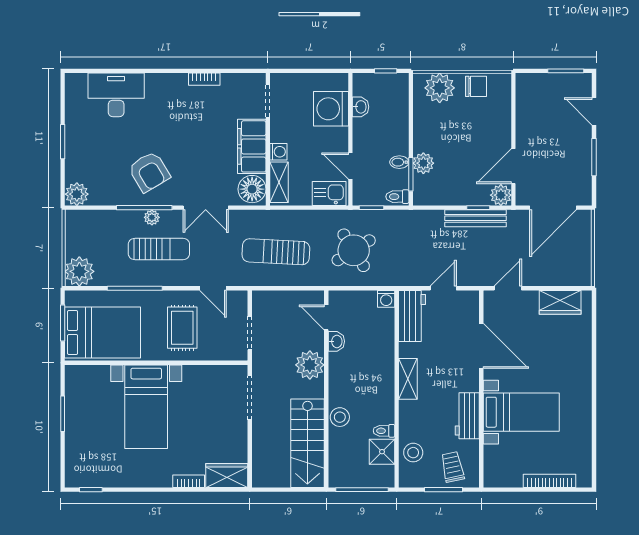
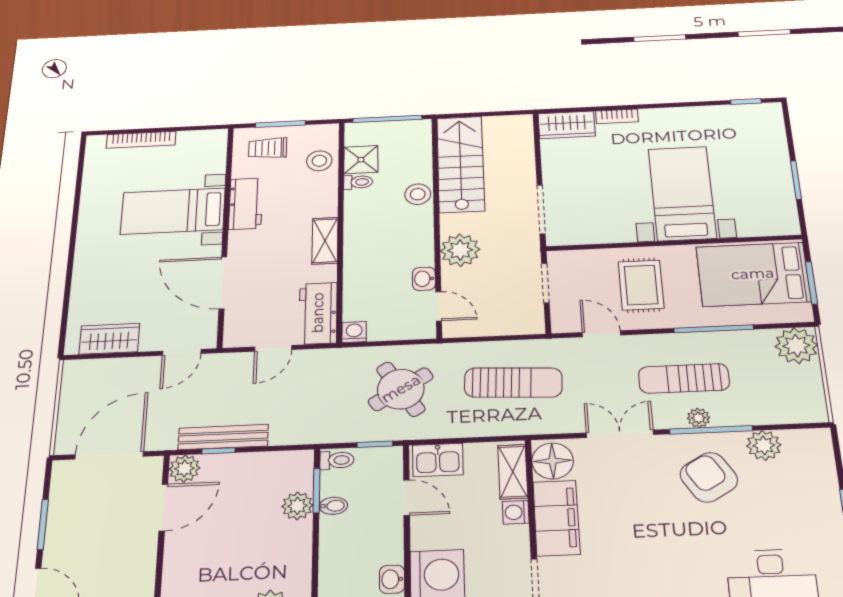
plant: (77, 194) -> (764, 445), moved
trolley: (453, 467) -> (268, 148), turned 102

